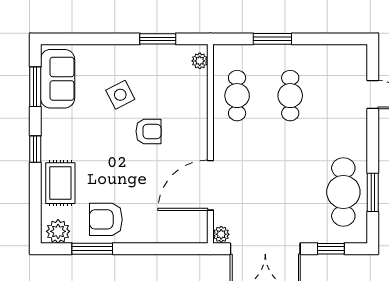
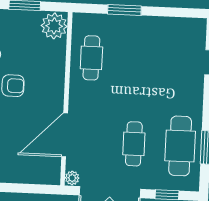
plant: (200, 61) -> (54, 26), width x1.88, depth x1.88
cafe table: (290, 96) -> (134, 144), moved

